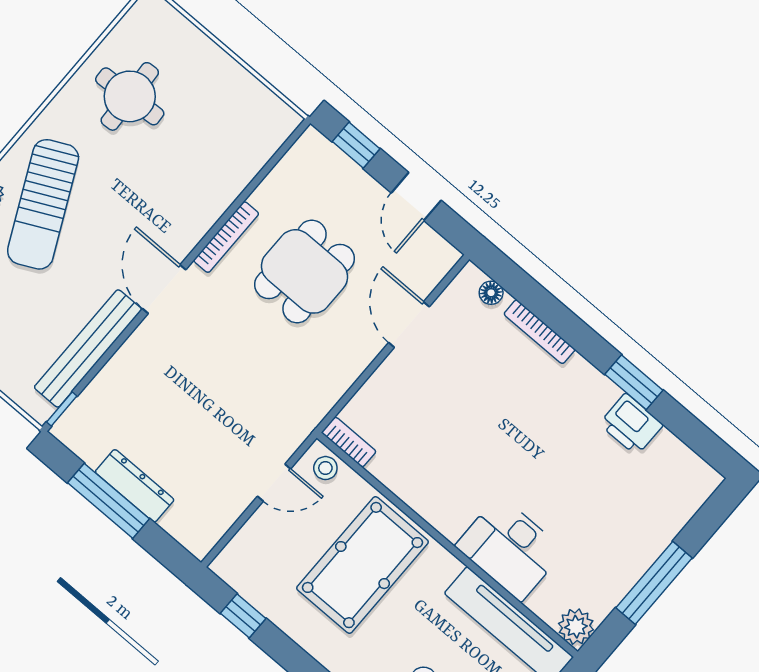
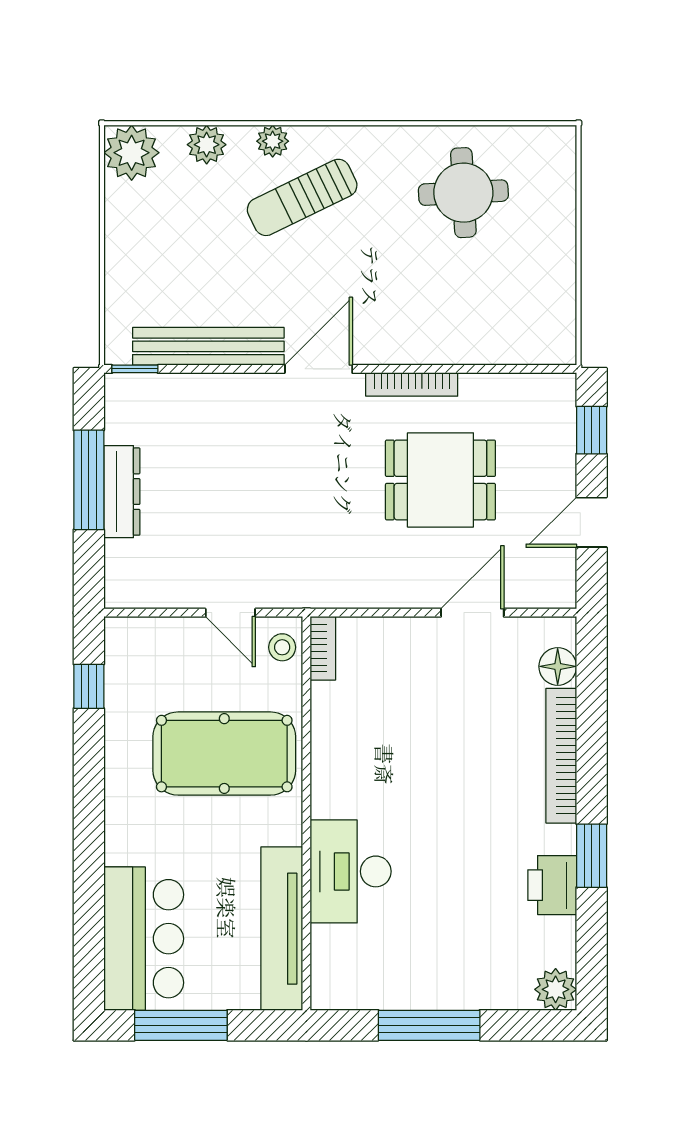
sun lounger: (43, 204) -> (302, 197), width x0.73, depth x0.75
floor lamp: (491, 293) -> (558, 666), width x1.37, depth x1.37
bookcase: (539, 332) -> (561, 756), width x1.48, depth x1.31
plant: (576, 627) -> (556, 989), moved

